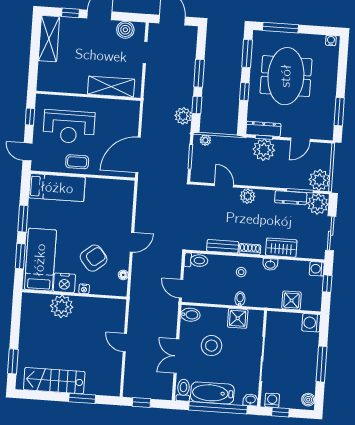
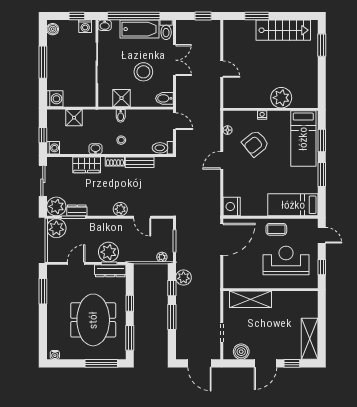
dresser: (291, 198) -> (77, 210), width x0.70
nightstand: (64, 283) -> (232, 207), moved, turned -90

